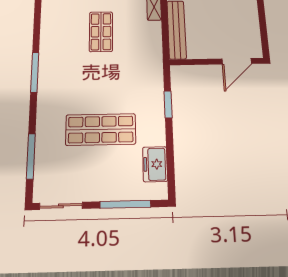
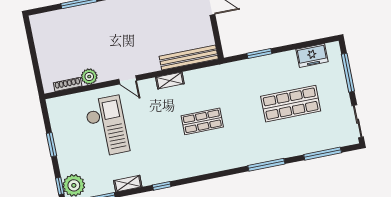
window: (35, 72) -> (266, 165), moved
shop shelf: (101, 129) -> (291, 104), turned 90

